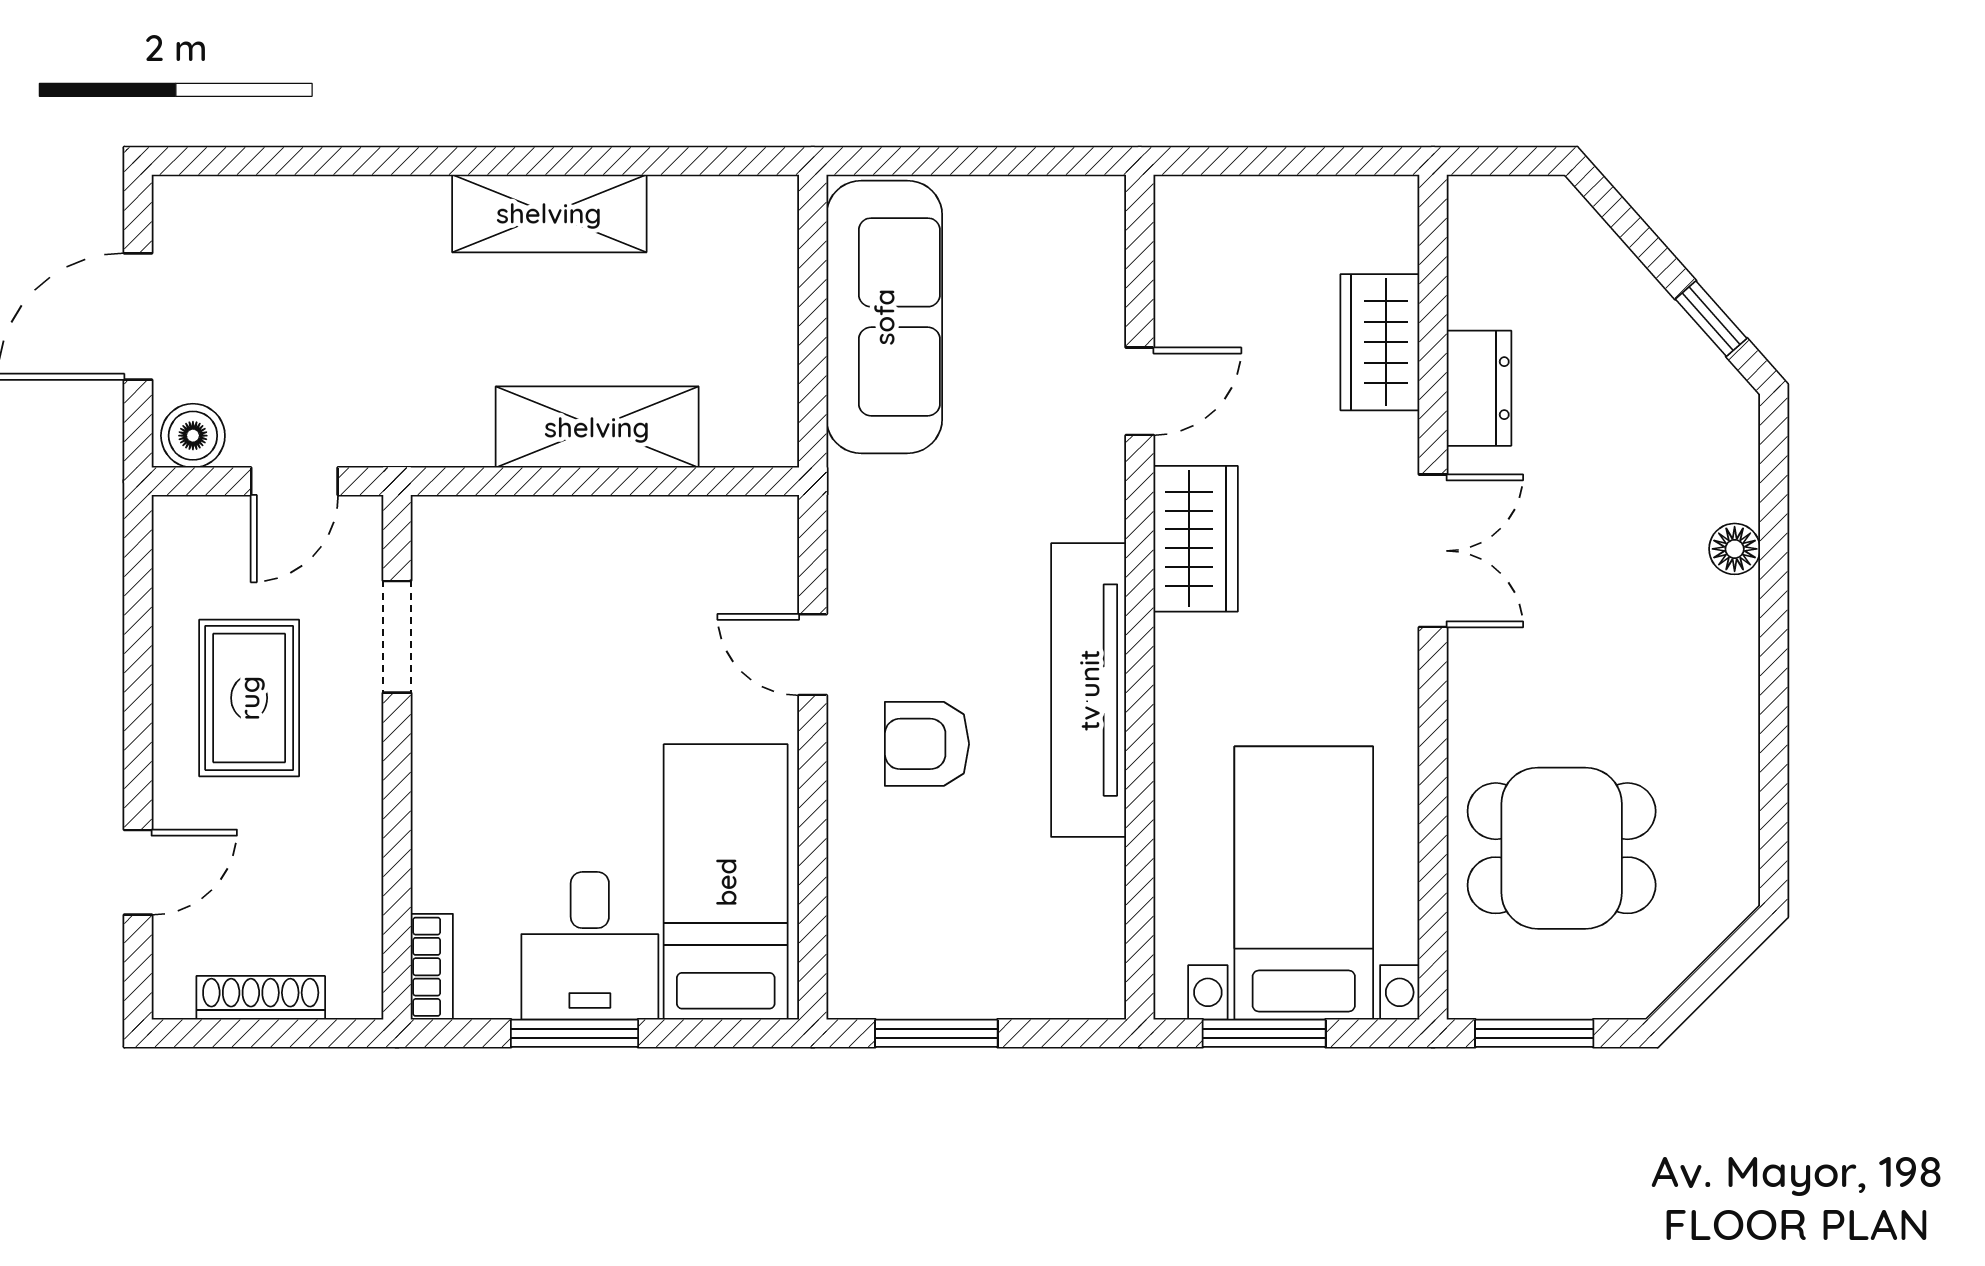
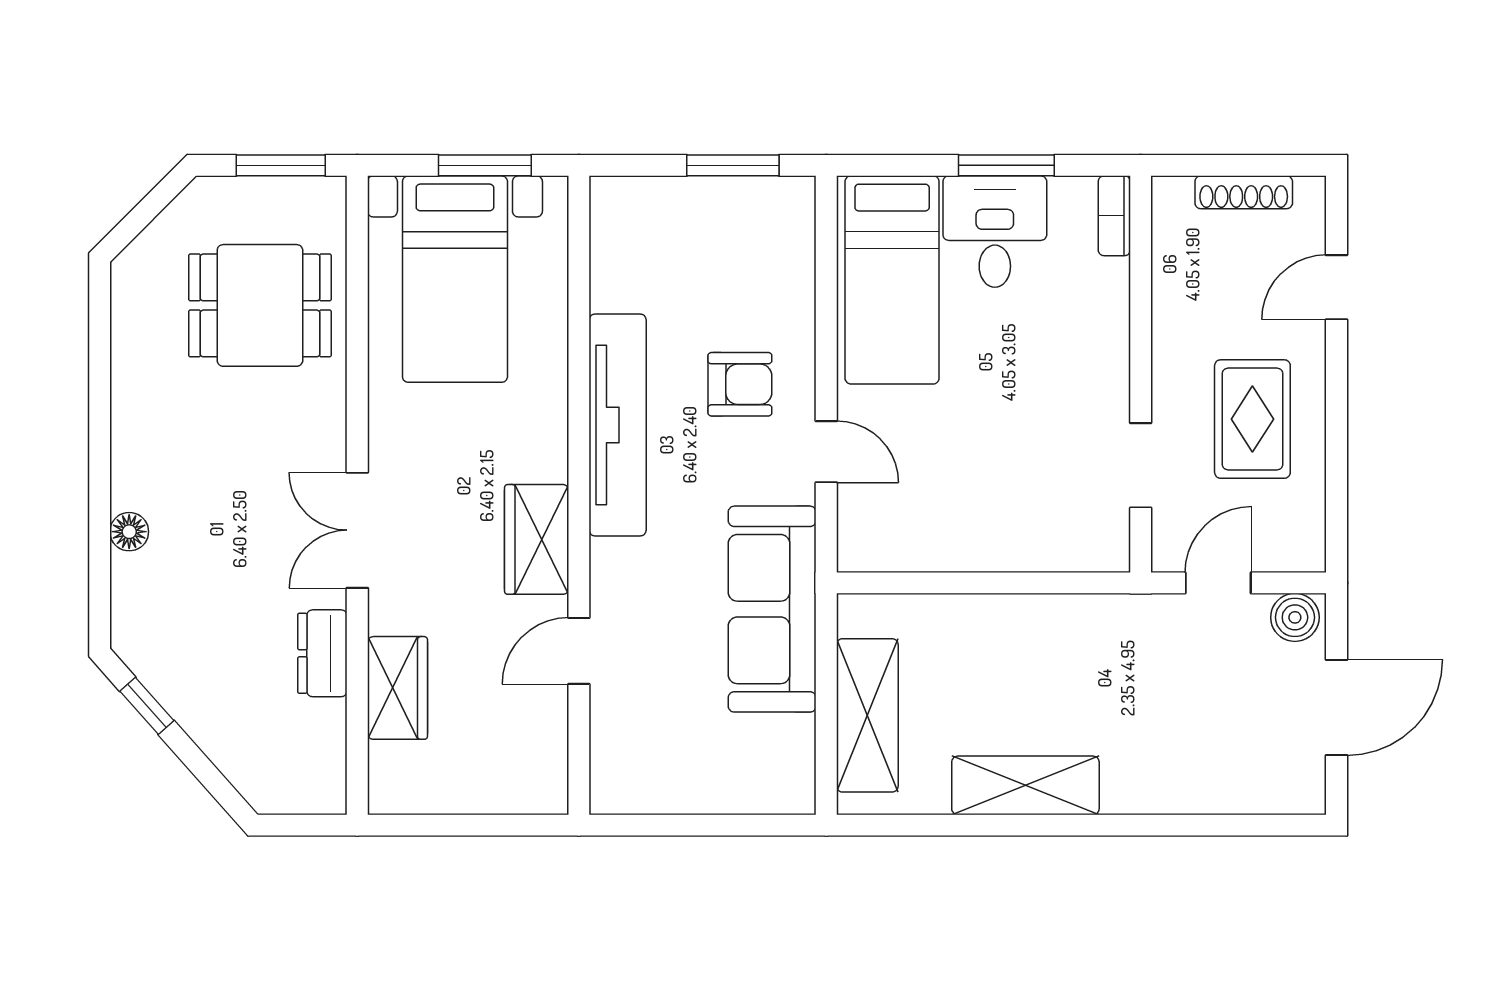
sofa: (884, 317) -> (772, 609), moved
shelving: (597, 427) -> (867, 715), moved, turned 90

